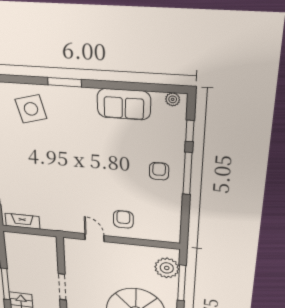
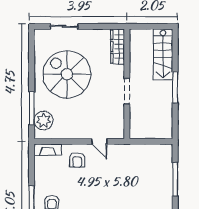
fireplace: (22, 221) -> (48, 150), moved

